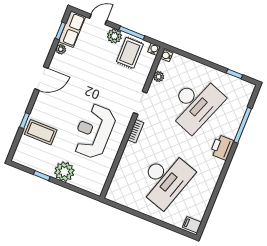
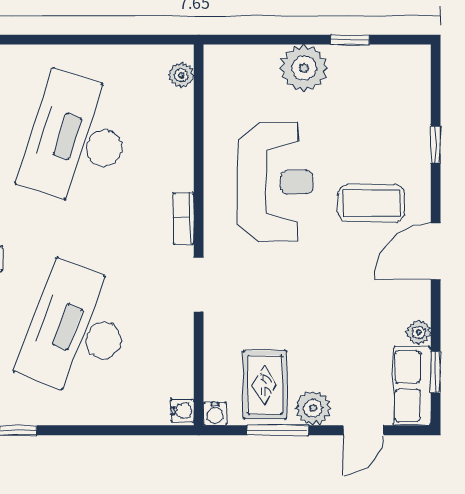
plant: (159, 77) -> (181, 75), moved
coffee table: (41, 132) -> (371, 203), moved

